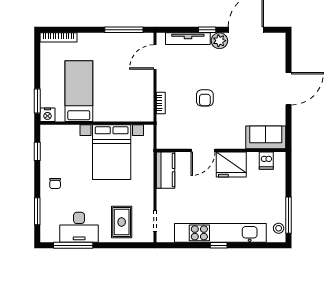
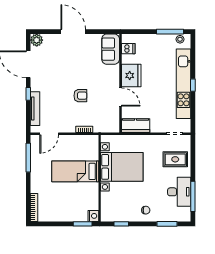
plant: (219, 41) -> (37, 40), moved
door: (155, 57) -> (49, 134), hinge flipped
bed: (79, 91) -> (75, 171), moved

